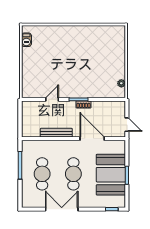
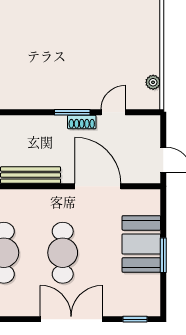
door: (52, 99) -> (113, 112), moved
booth: (111, 175) -> (141, 244), width x0.73, depth x0.70
double door: (62, 209) -> (71, 319), moved

